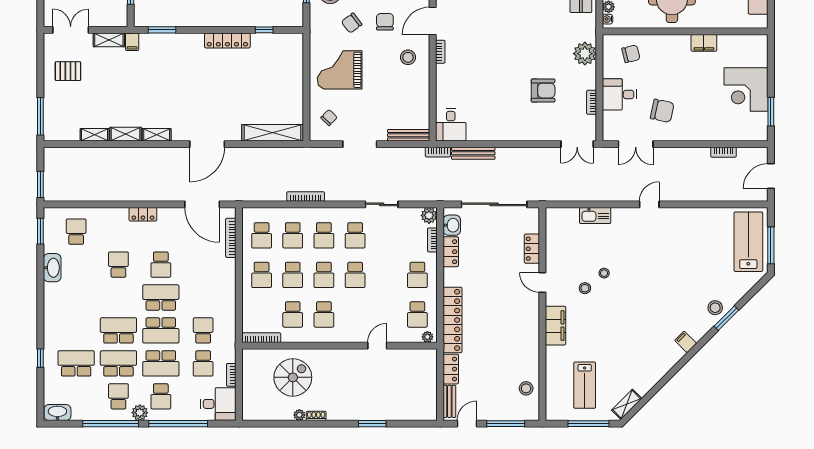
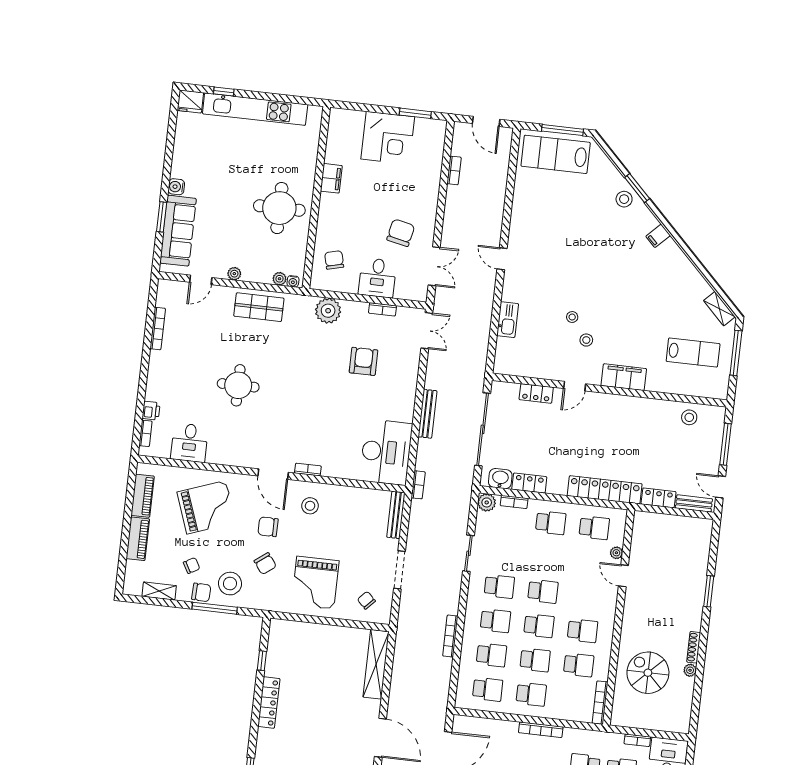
desk: (451, 125) -> (386, 452), width x1.87, depth x1.30
bench: (473, 153) -> (427, 414), moved
bookcase: (231, 238) -> (541, 730), moved
plant: (427, 337) -> (616, 553), moved
shoe rack: (316, 416) -> (694, 647), width x1.43

